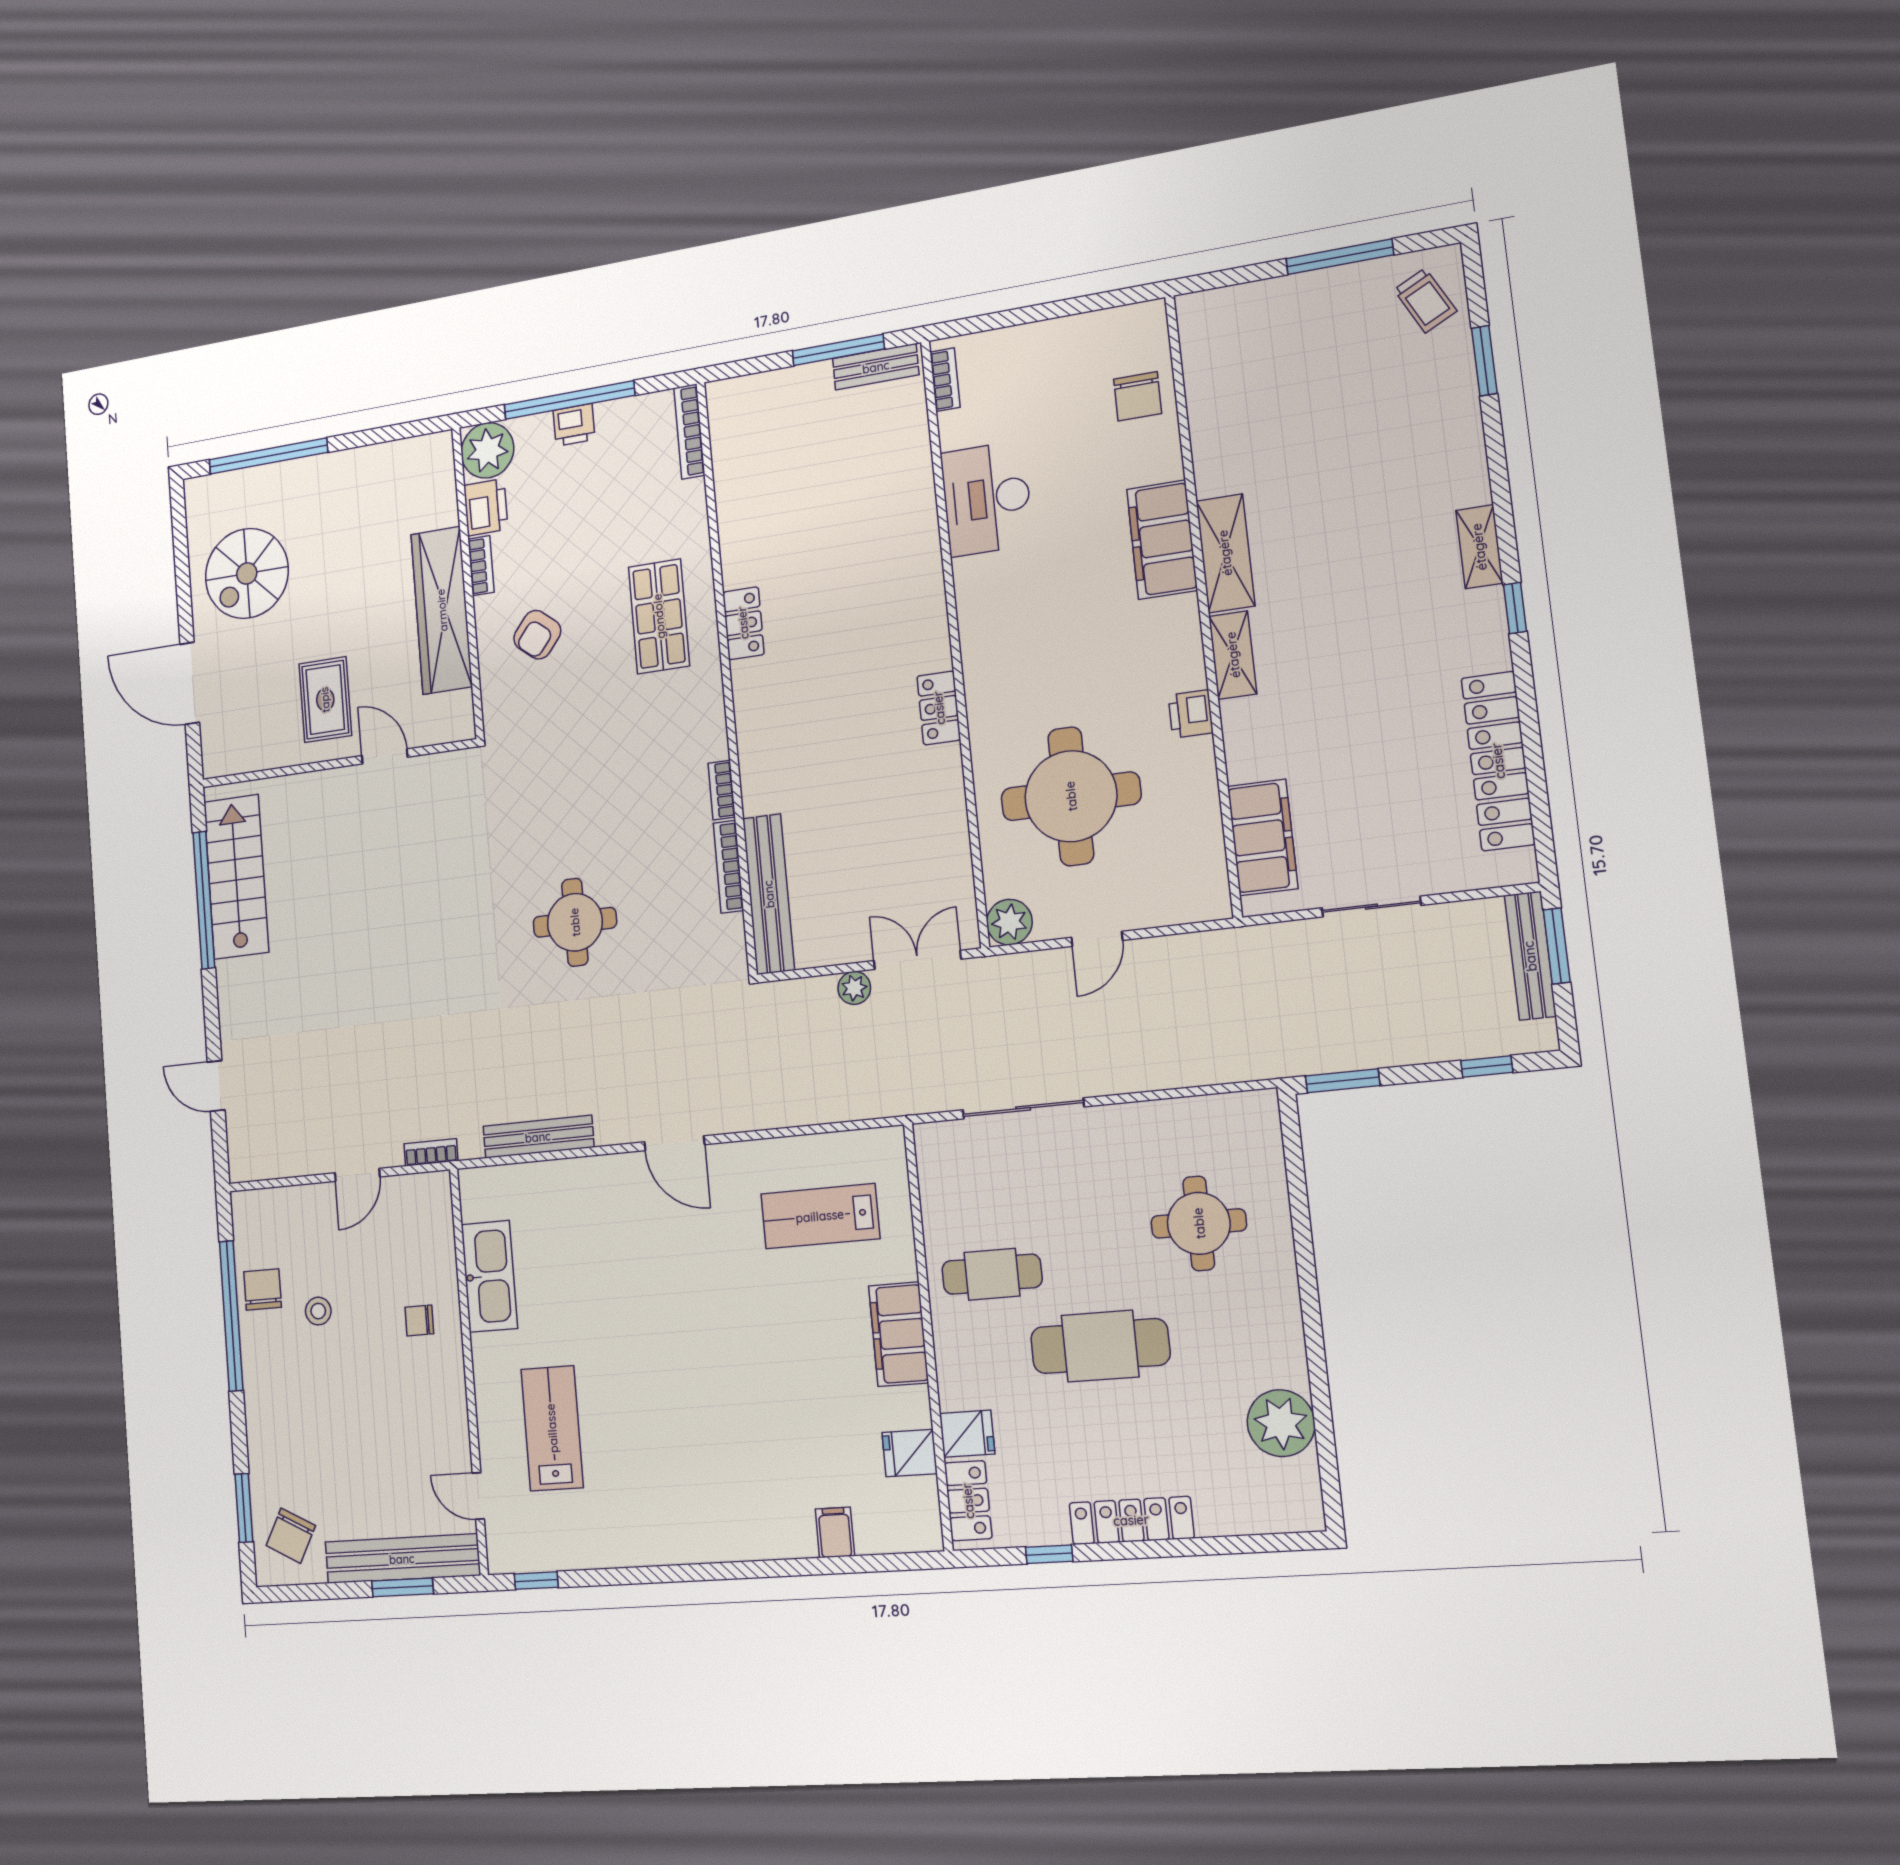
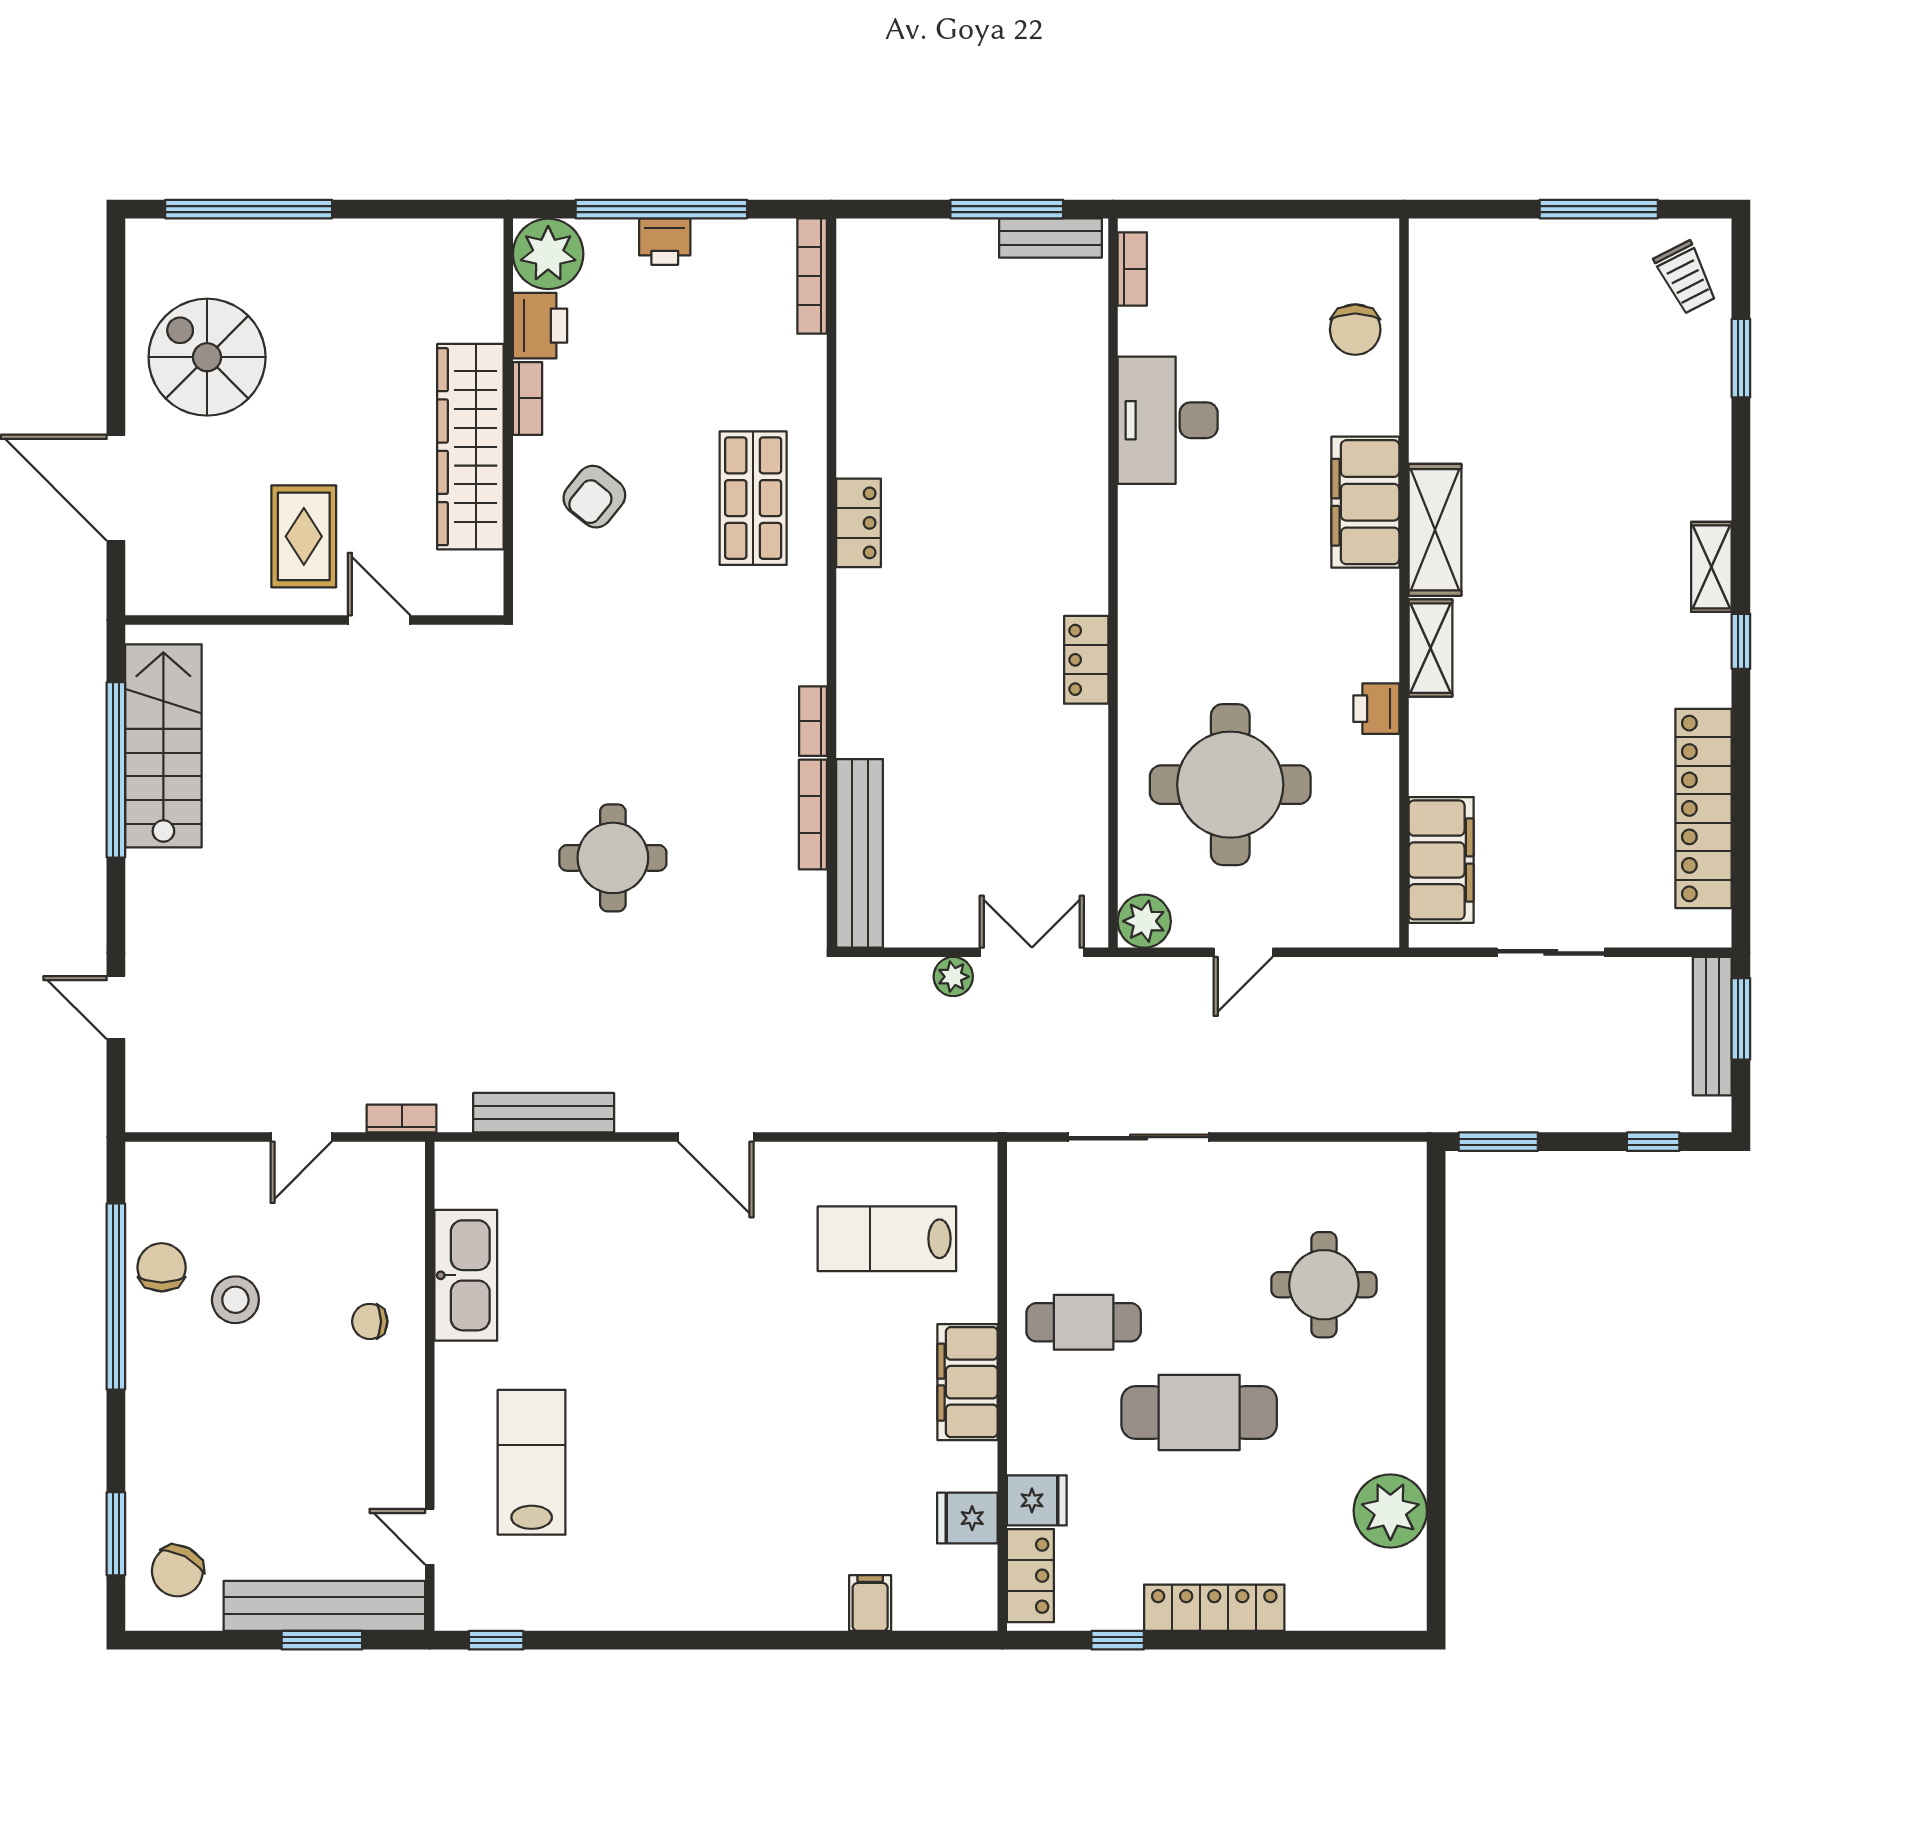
spiral stairs: (247, 573) -> (207, 357), turned 90
stool: (318, 1311) -> (235, 1300), width x1.37, depth x1.37

